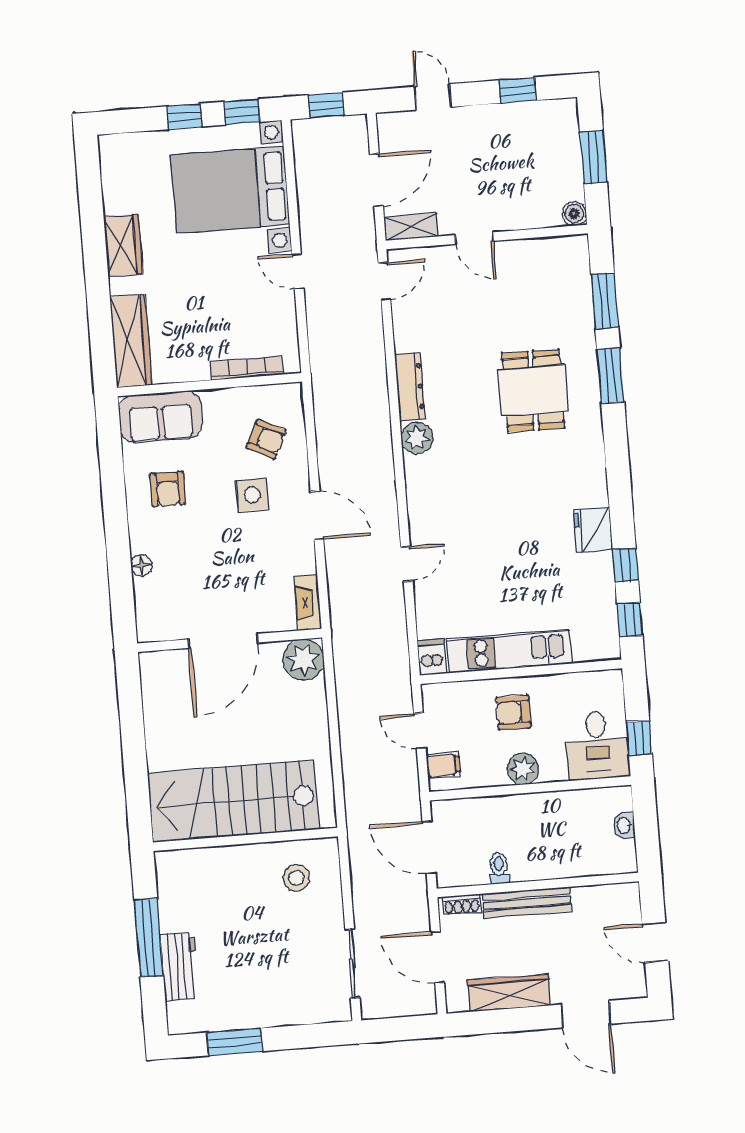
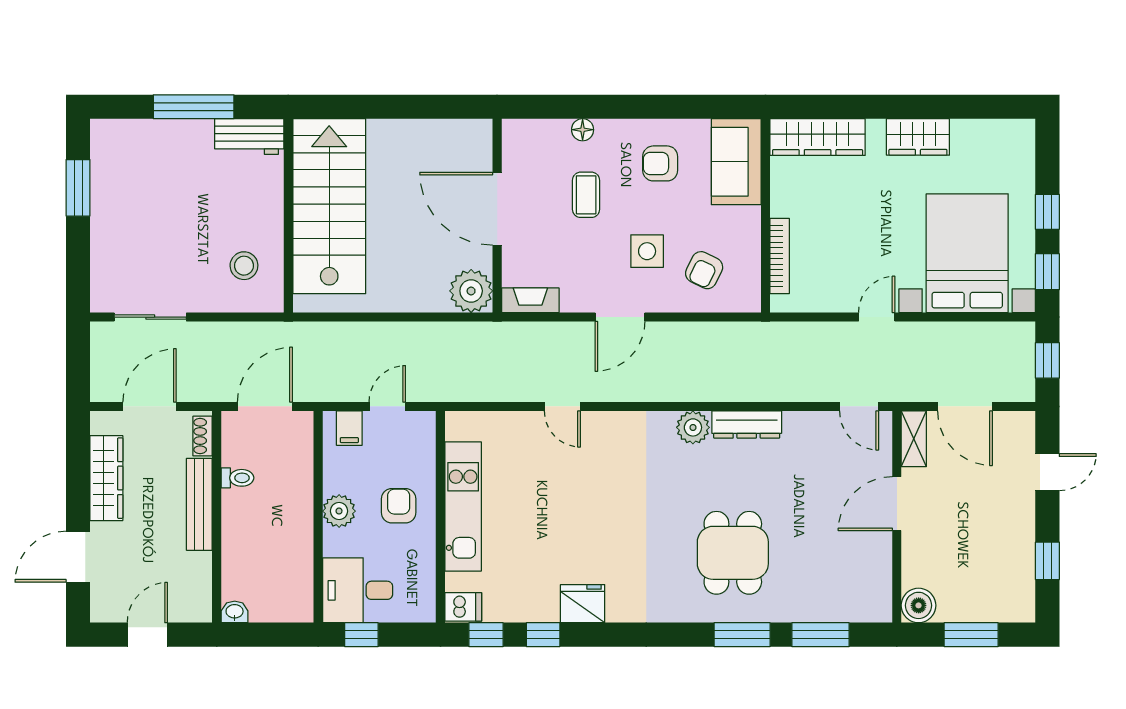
boiler: (574, 214) -> (919, 605), width x1.36, depth x1.36
door: (474, 238) -> (897, 504), width x1.38
dining table: (533, 391) -> (733, 553), turned 90
coffee table: (203, 557) -> (586, 195), added
dishwasher: (432, 657) -> (463, 607), moved
washbasin: (624, 825) -> (235, 612), moved
workbench: (180, 967) -> (249, 137), moved

